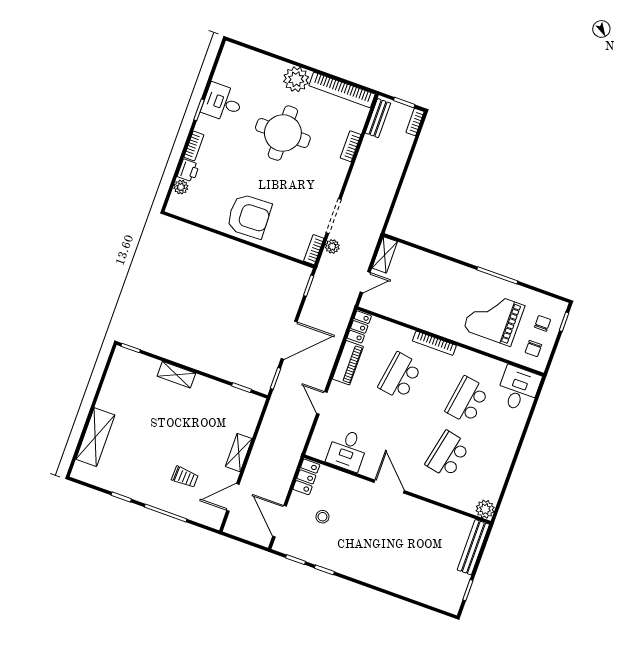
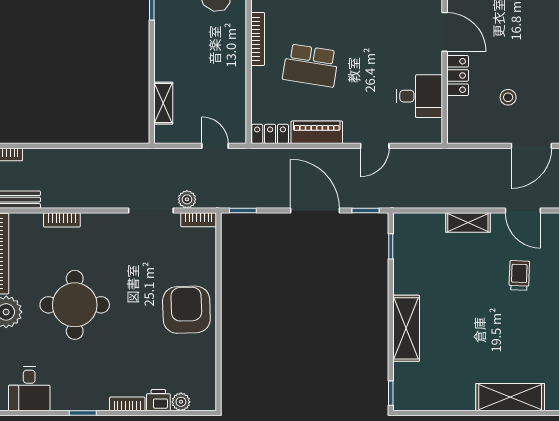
desk: (222, 103) -> (29, 389), moved
shelving: (385, 255) -> (163, 103), moved, turned 90
shelving: (176, 375) -> (406, 328), width x1.50, depth x1.33
locker: (306, 477) -> (458, 75), moved, turned 90
door: (389, 486) -> (445, 32), swing flipped

